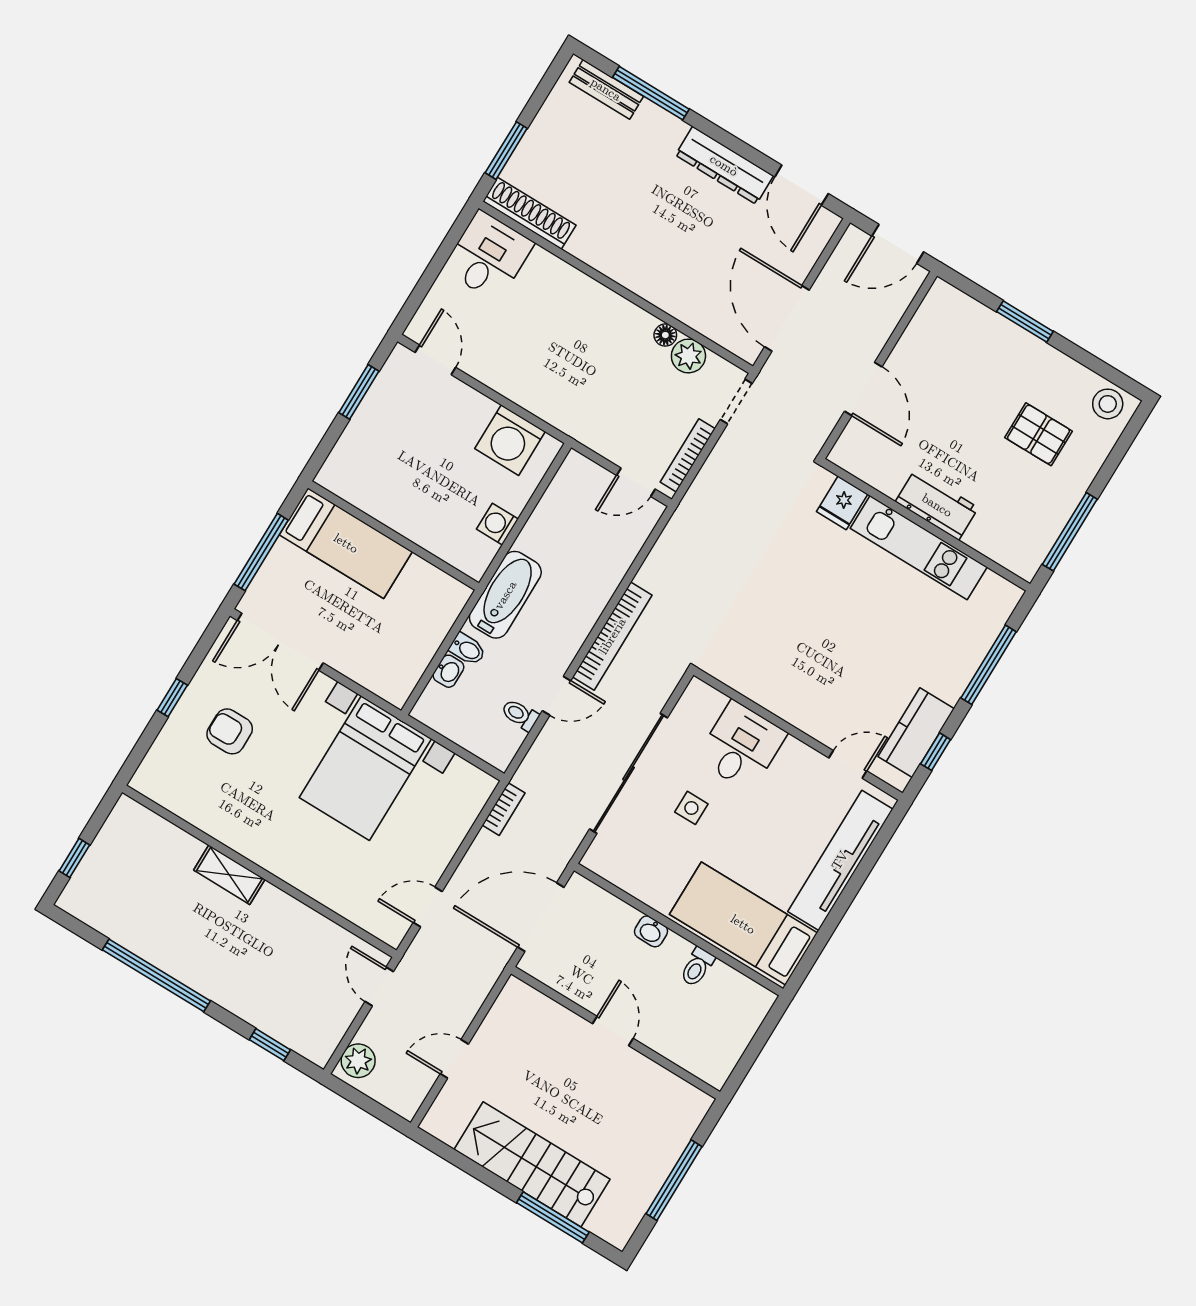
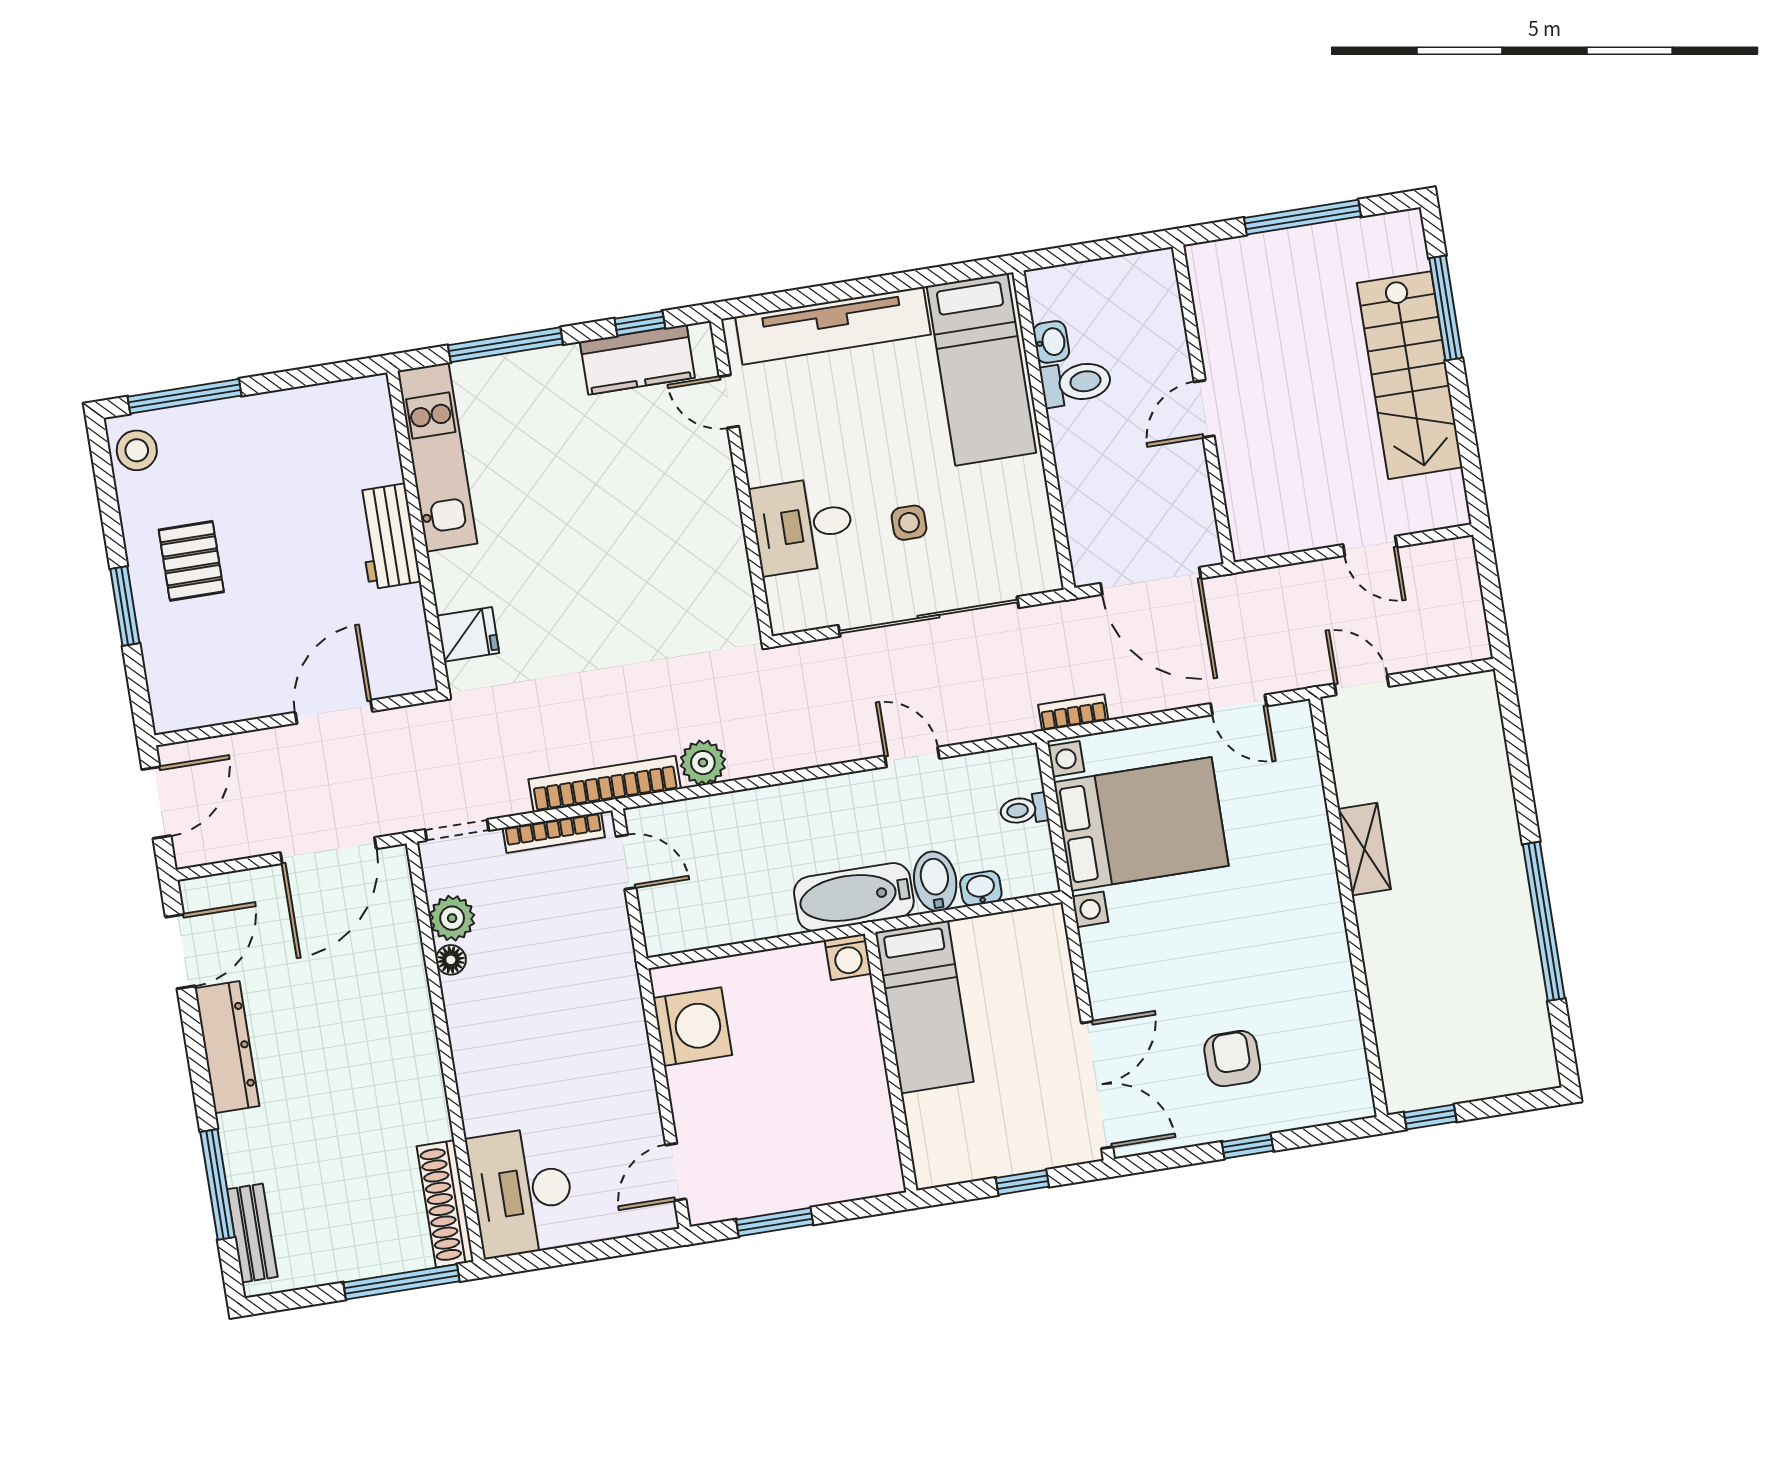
window: (506, 151) -> (402, 1282), width x1.44
door: (898, 244) -> (156, 803), hinge flipped
desk: (488, 256) -> (522, 1192), width x1.37
pallet: (1039, 434) -> (191, 561), moved
washing machine: (497, 524) -> (848, 957), moved
window: (1070, 532) -> (185, 396), moved
bed: (346, 543) -> (924, 1007), moved, turned 180
kitchen unit: (919, 548) -> (437, 457), moved
window: (261, 552) -> (1022, 1182), width x0.46
bookcase: (612, 636) -> (605, 784), moved
bidet: (467, 649) -> (935, 881), width x1.38, depth x1.36
toilet: (520, 715) -> (1024, 810), moved, turned 90
armchair: (230, 731) -> (1232, 1059), turned 180
bed with nightstands: (365, 768) -> (1141, 824), moved
window: (74, 858) -> (1430, 1117), moved
shelving: (229, 875) -> (1364, 849), moved
washbasin: (651, 931) -> (1051, 342), moved
toilet: (697, 967) -> (1076, 383), width x1.37, depth x1.39
door: (379, 986) -> (1362, 685), swing flipped
window: (270, 1045) -> (1516, 746), removed
plant: (358, 1061) -> (703, 763), moved

